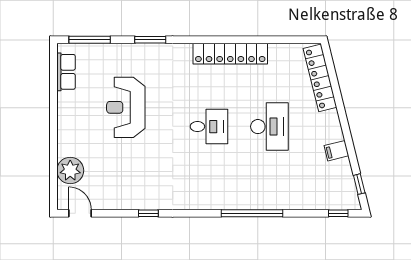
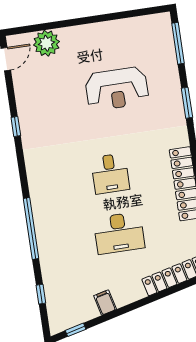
row of seats: (66, 72) -> (143, 25), removed
reception desk: (126, 107) -> (117, 89), turned 180
window: (338, 213) -> (41, 294), moved

